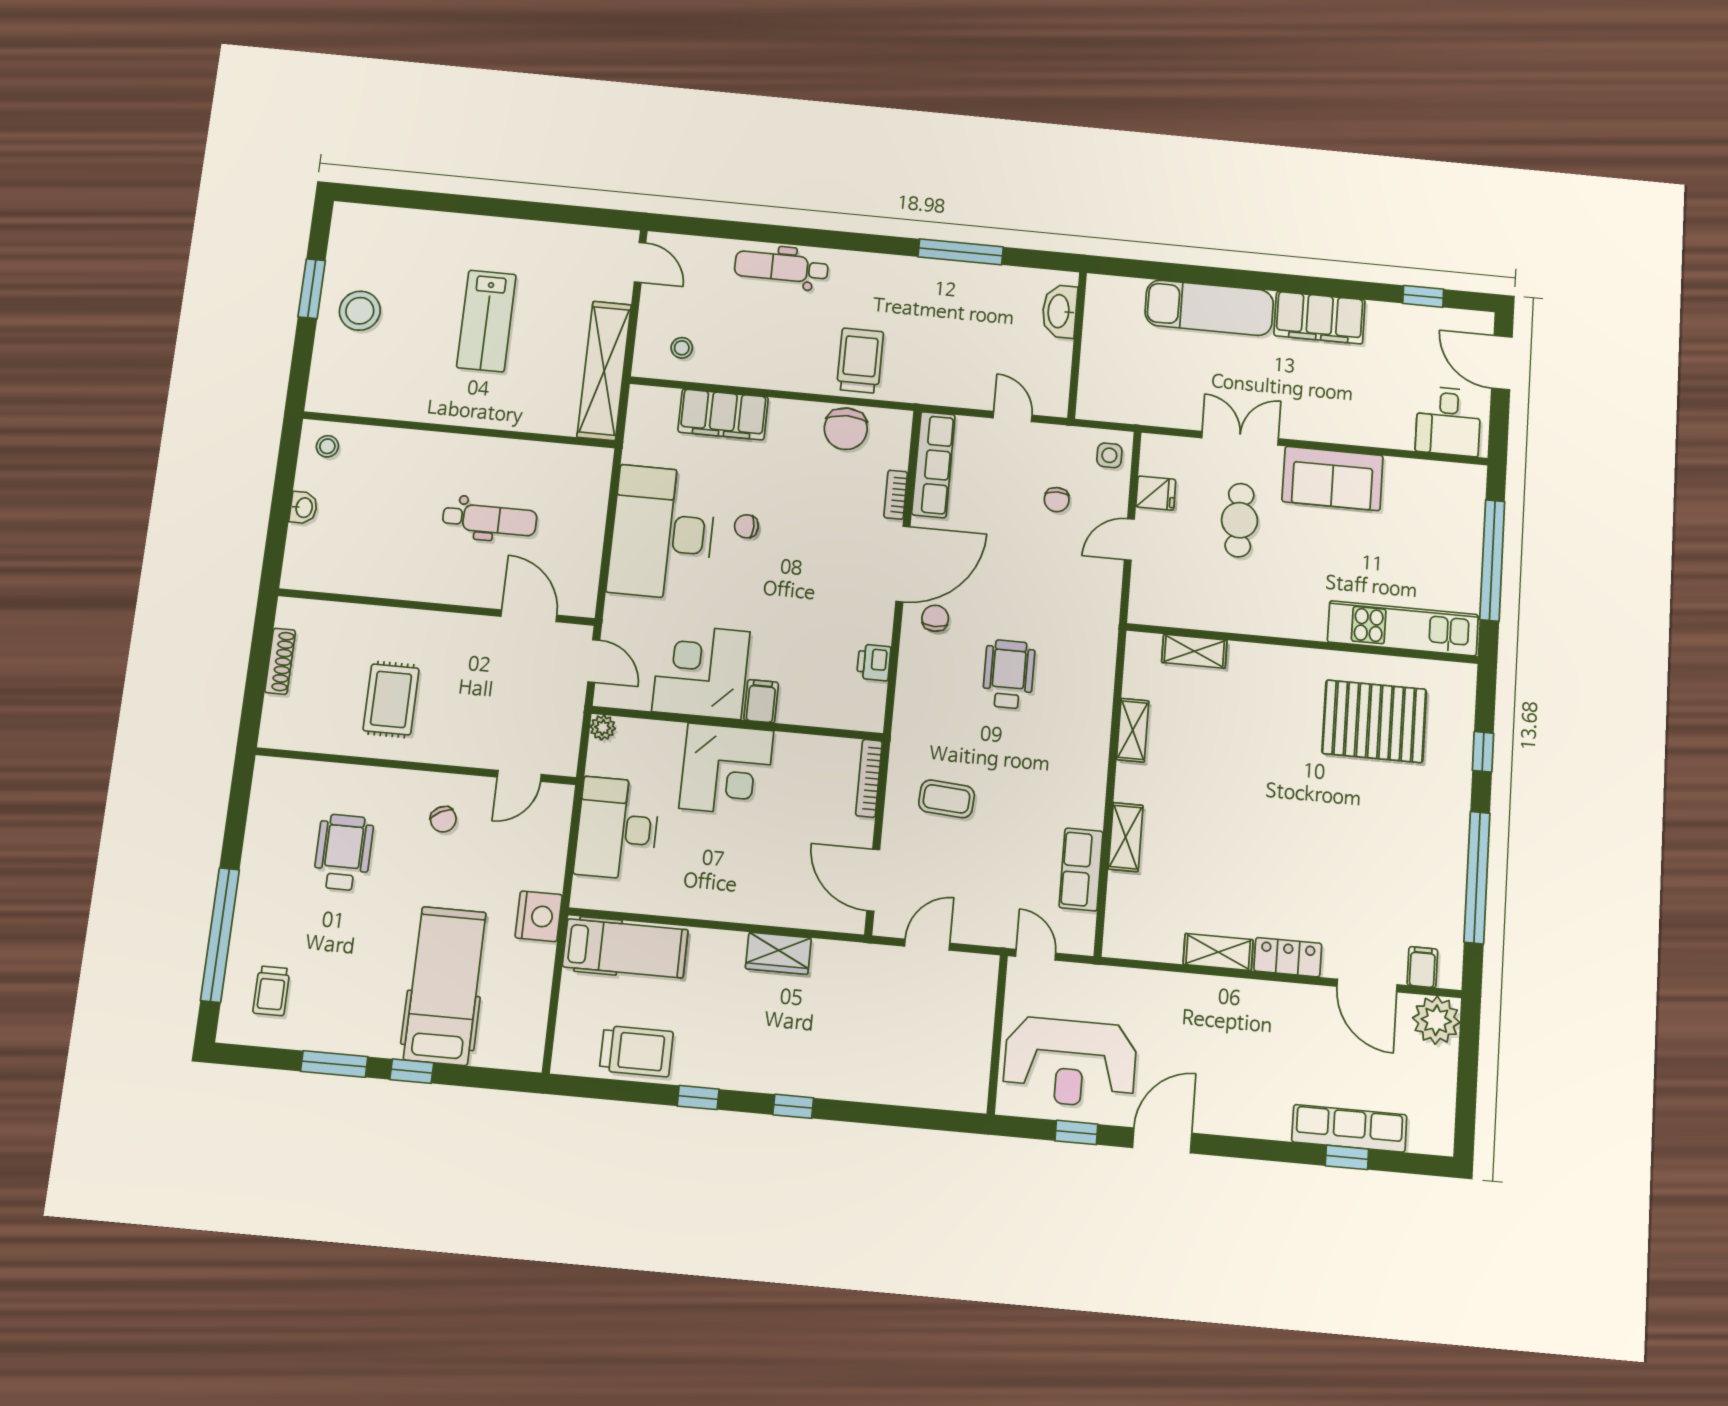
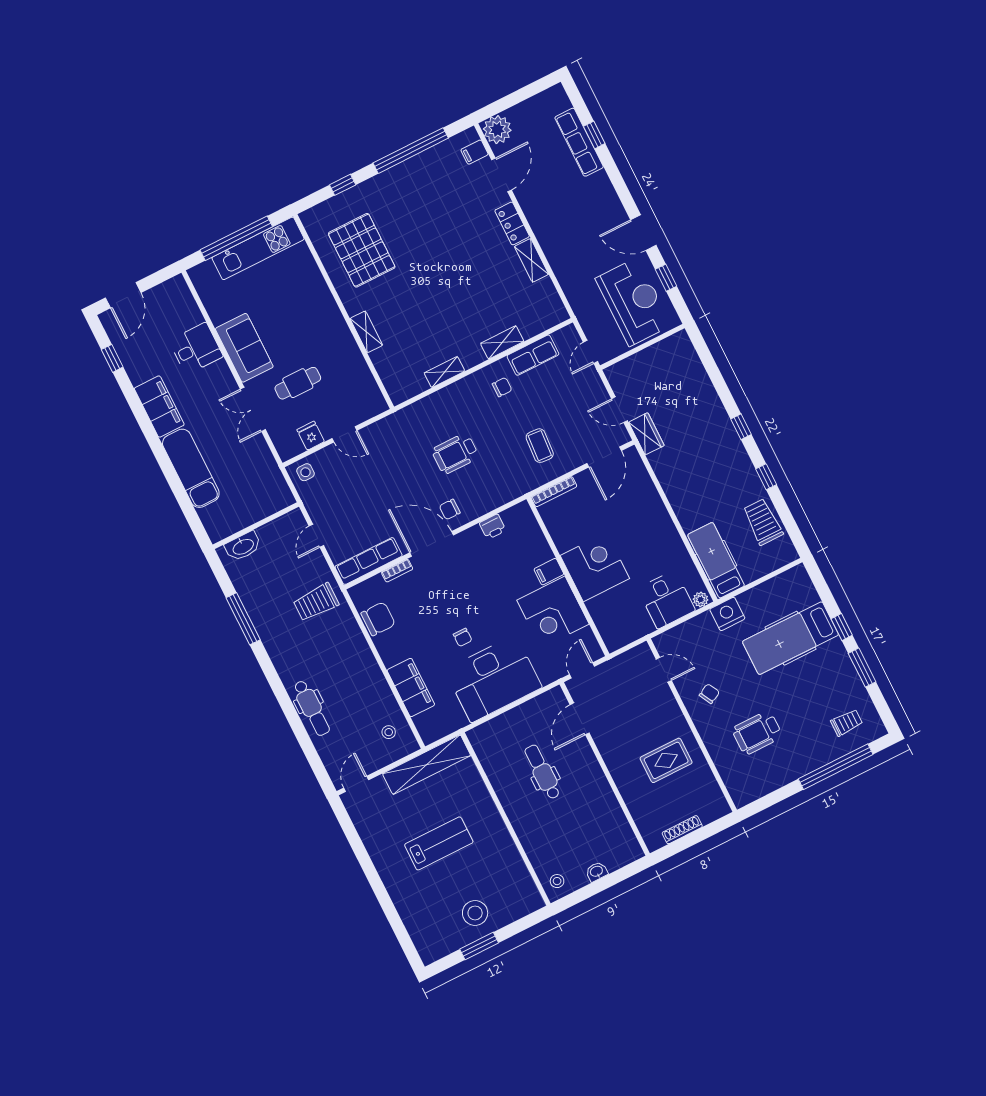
trolley: (860, 361) -> (316, 602), moved
desk: (1448, 421) -> (196, 349), moved
chair: (1057, 500) -> (502, 387), moved
kitchen unit: (1403, 628) -> (258, 248), moved, turned -90
shelving: (1194, 651) -> (366, 332), moved
plant: (603, 728) -> (701, 599), moved
desk: (617, 828) -> (666, 599), width x0.73
wardrobe: (778, 953) -> (646, 434), moved

